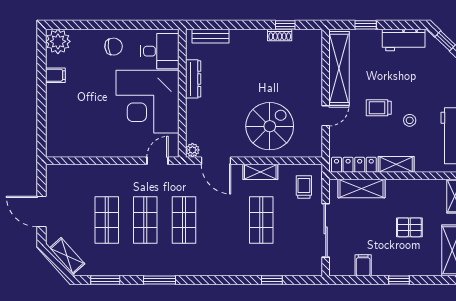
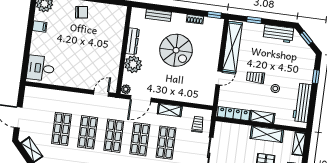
window: (285, 25) -> (214, 15), moved
bench: (210, 36) -> (158, 15), moved
desk: (160, 51) -> (41, 68), moved, turned 180
corner desk: (148, 102) -> (100, 53), removed
plant: (198, 112) -> (133, 64), added
spiral stairs: (270, 126) -> (176, 50), moved, turned 90
door: (216, 161) -> (141, 99), hinge flipped
shelving: (361, 188) -> (267, 134), moved
shop shelf: (223, 220) -> (140, 139), added

